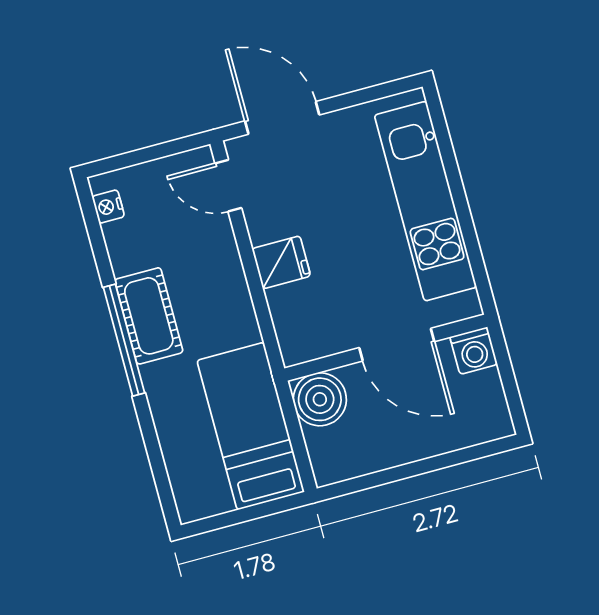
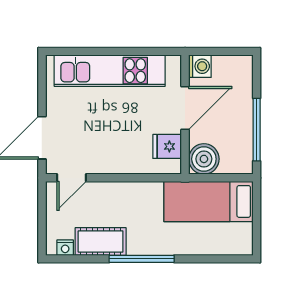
fridge: (281, 262) -> (167, 146), moved, turned -90
cot: (149, 316) -> (101, 242), moved
window: (393, 475) -> (257, 130), added

